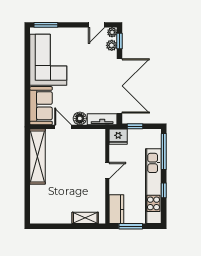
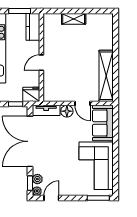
shelving: (85, 218) -> (74, 19), moved

